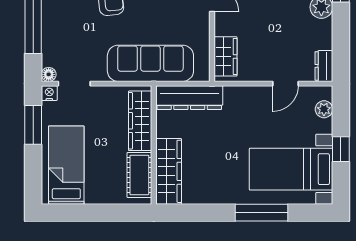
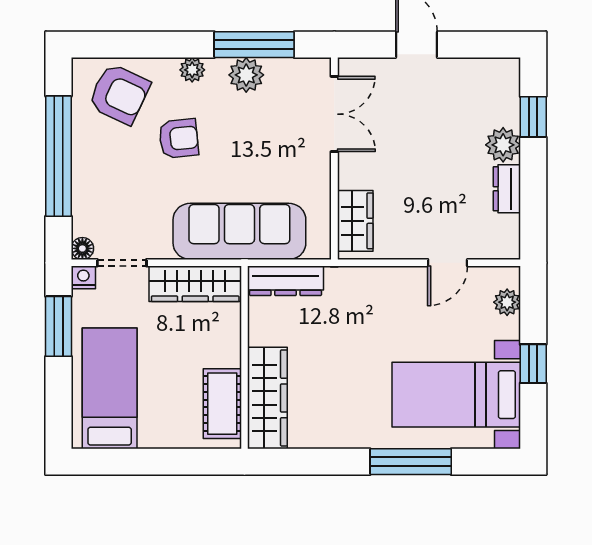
dresser: (324, 66) -> (507, 189), moved
dresser: (189, 98) -> (285, 281), width x0.73, depth x0.80
wardrobe: (140, 121) -> (195, 284), moved, turned -90

